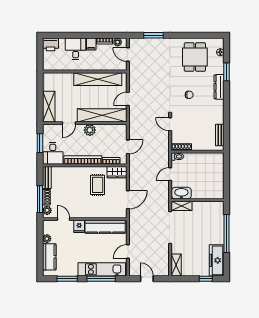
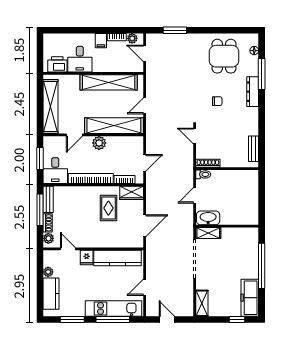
printer: (50, 44) -> (57, 64), moved, turned 180
desk: (76, 49) -> (80, 59), moved, turned 180
window: (226, 72) -> (262, 74), width x1.44
shelving: (49, 107) -> (50, 106), width x1.47
window: (40, 199) -> (40, 210), moved

